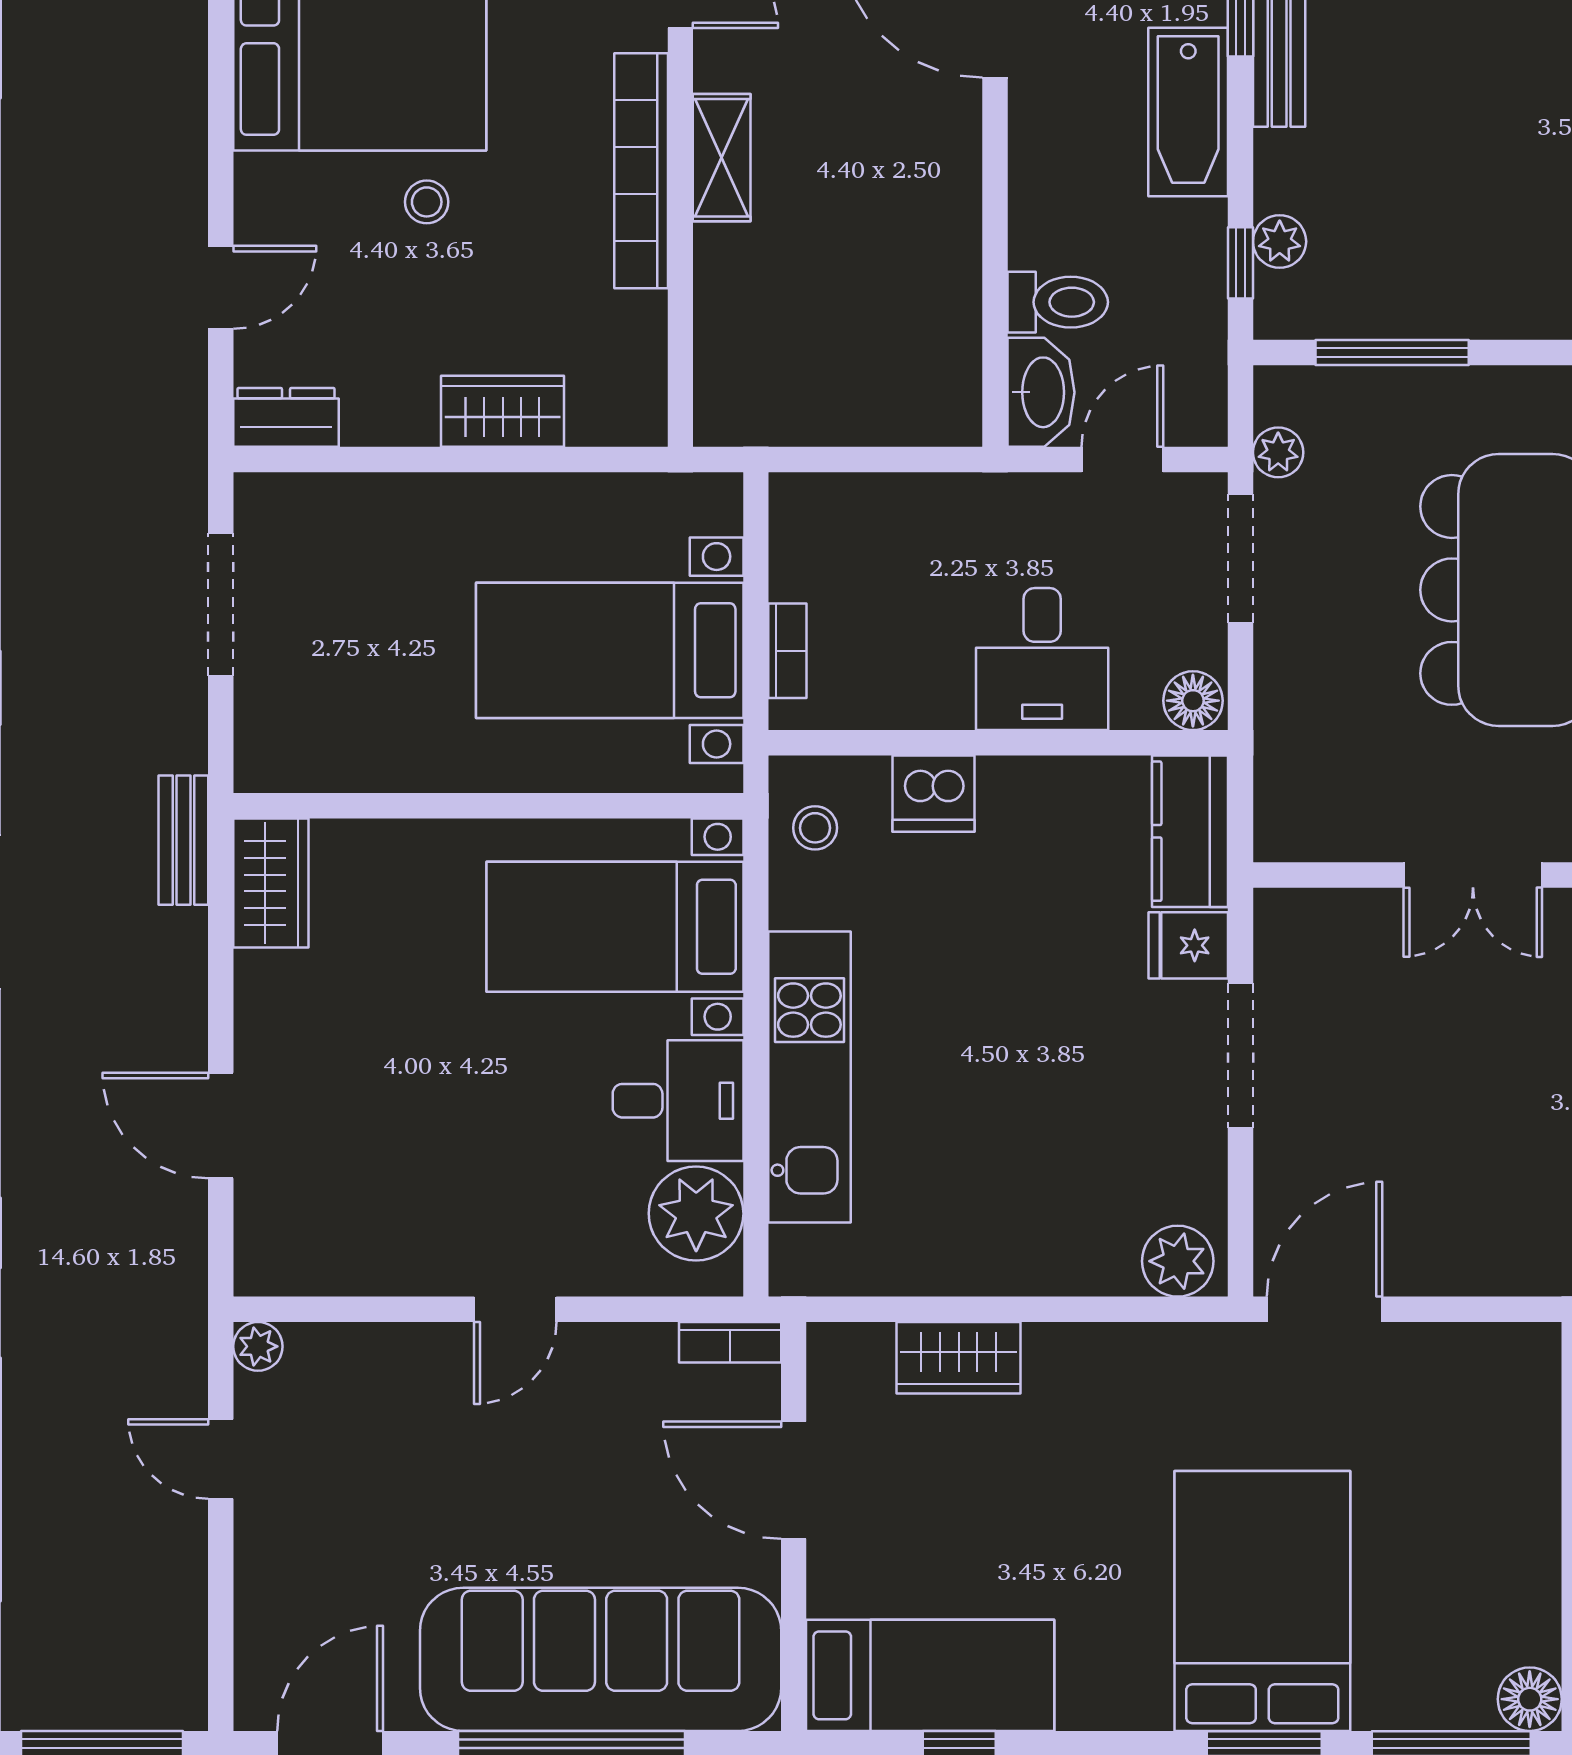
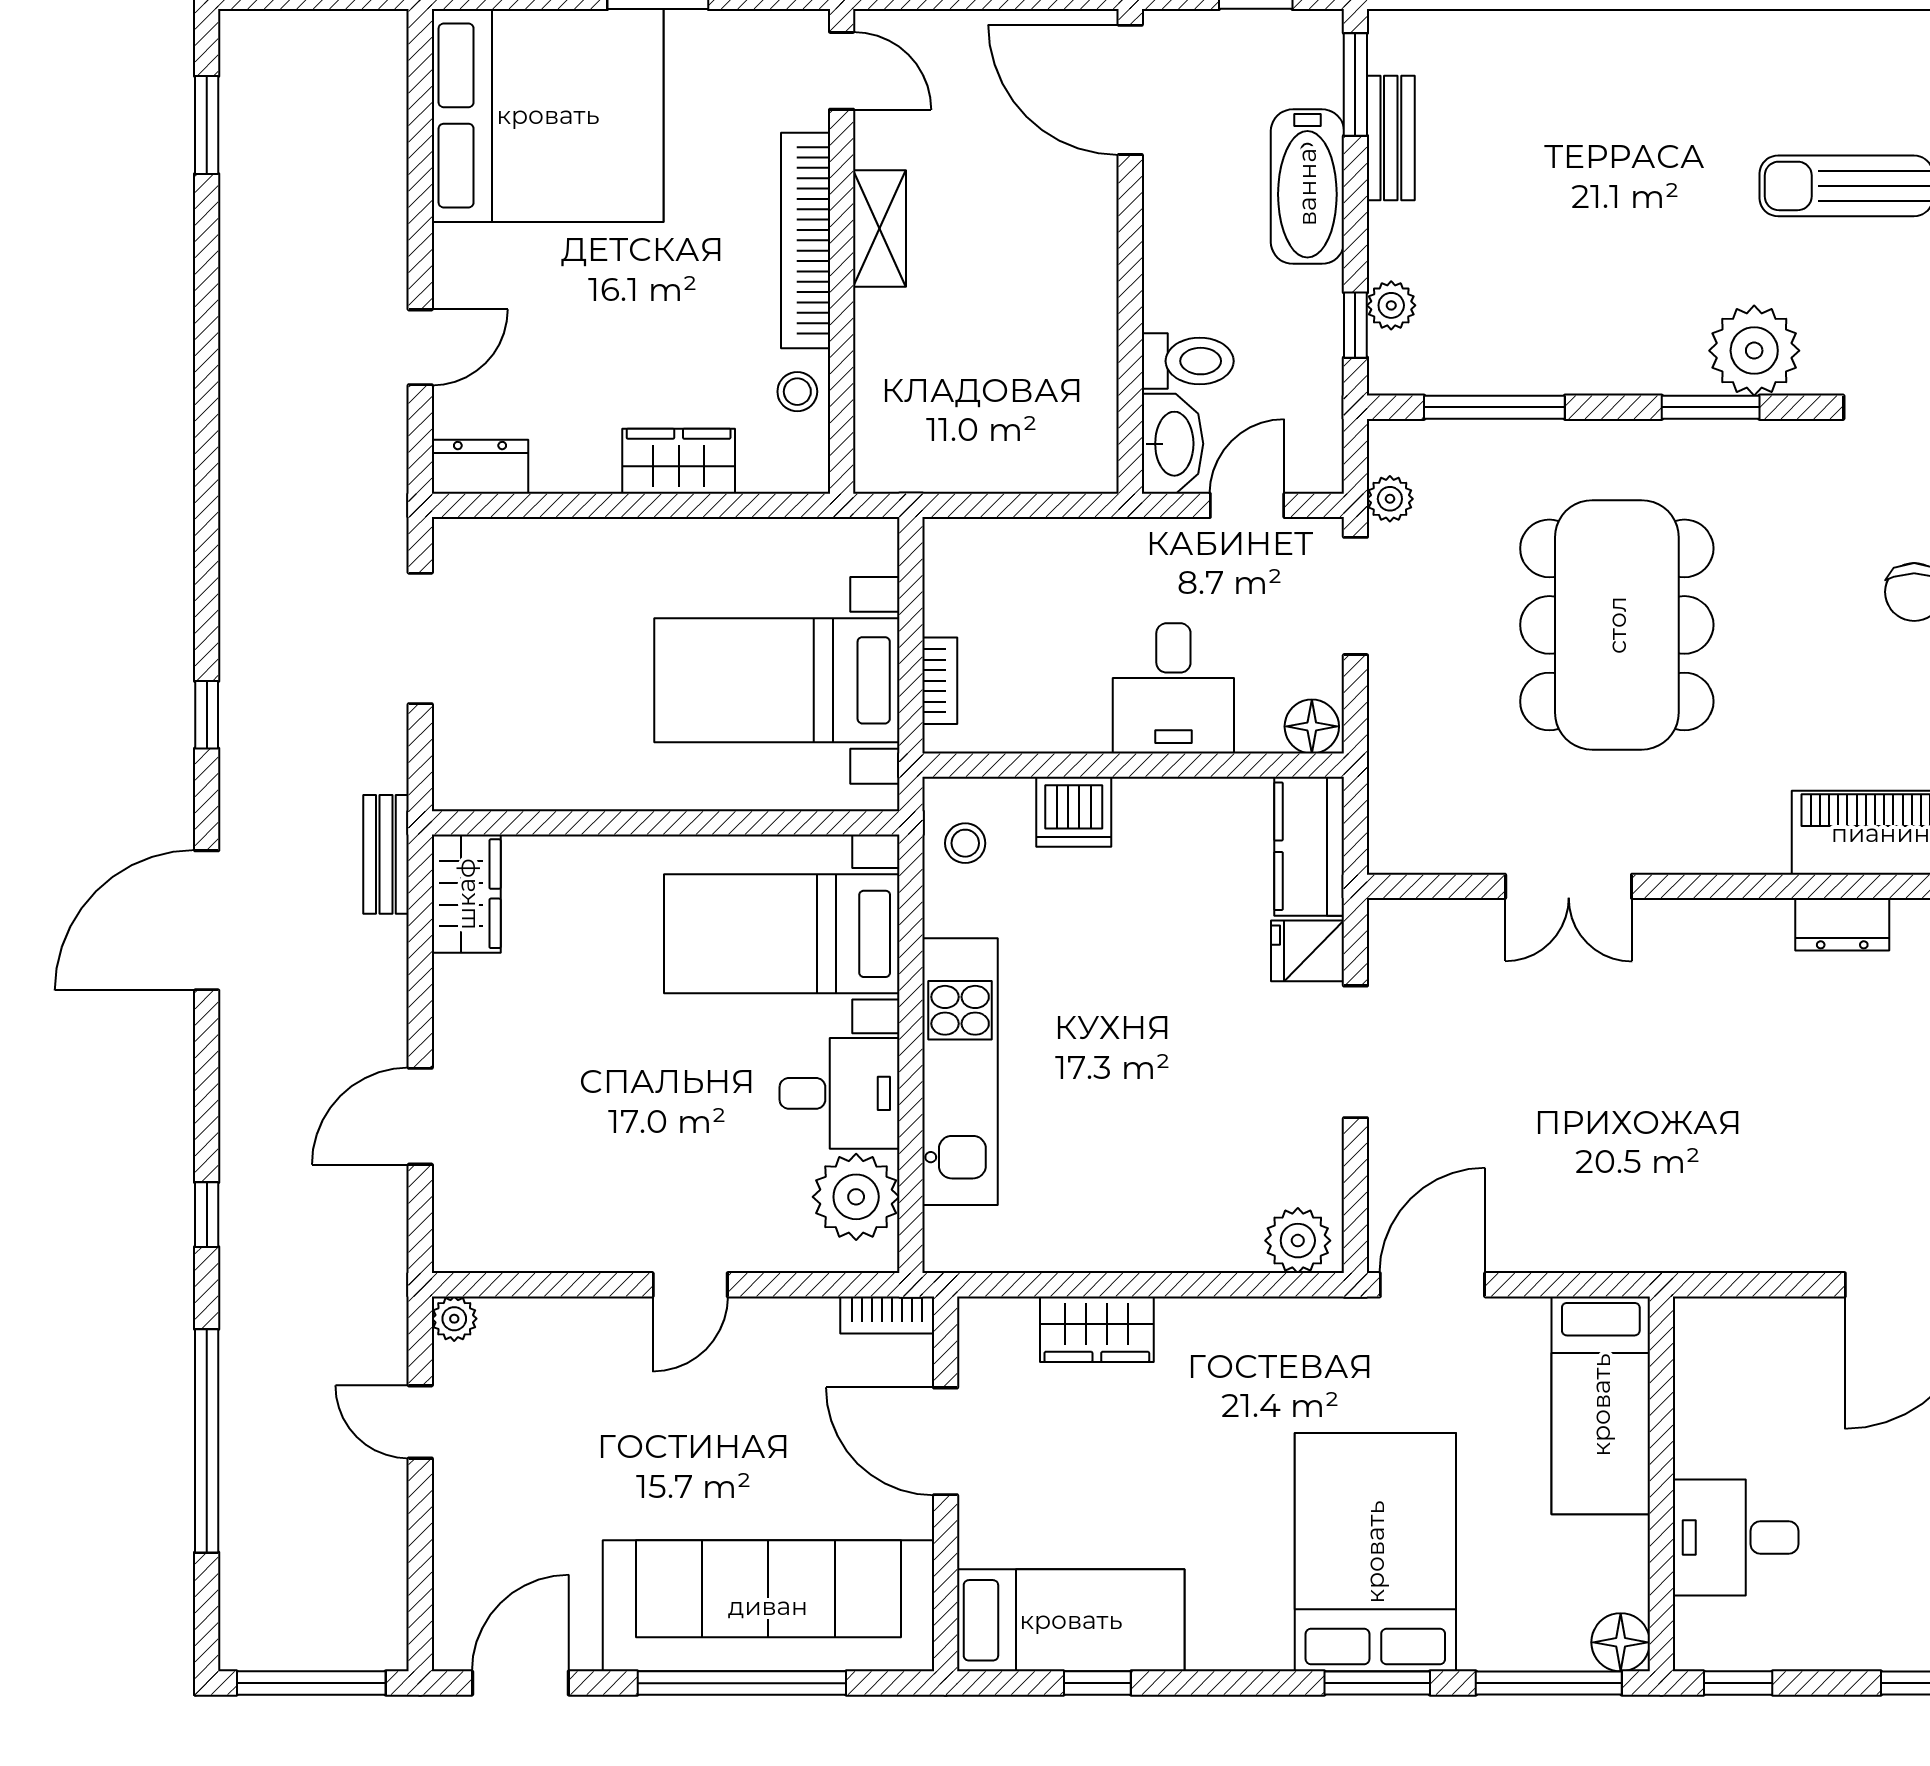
stool: (427, 202) -> (797, 392), moved
door: (221, 1126) -> (420, 1116), hinge flipped
bed: (1508, 1441) -> (1601, 1405), added

